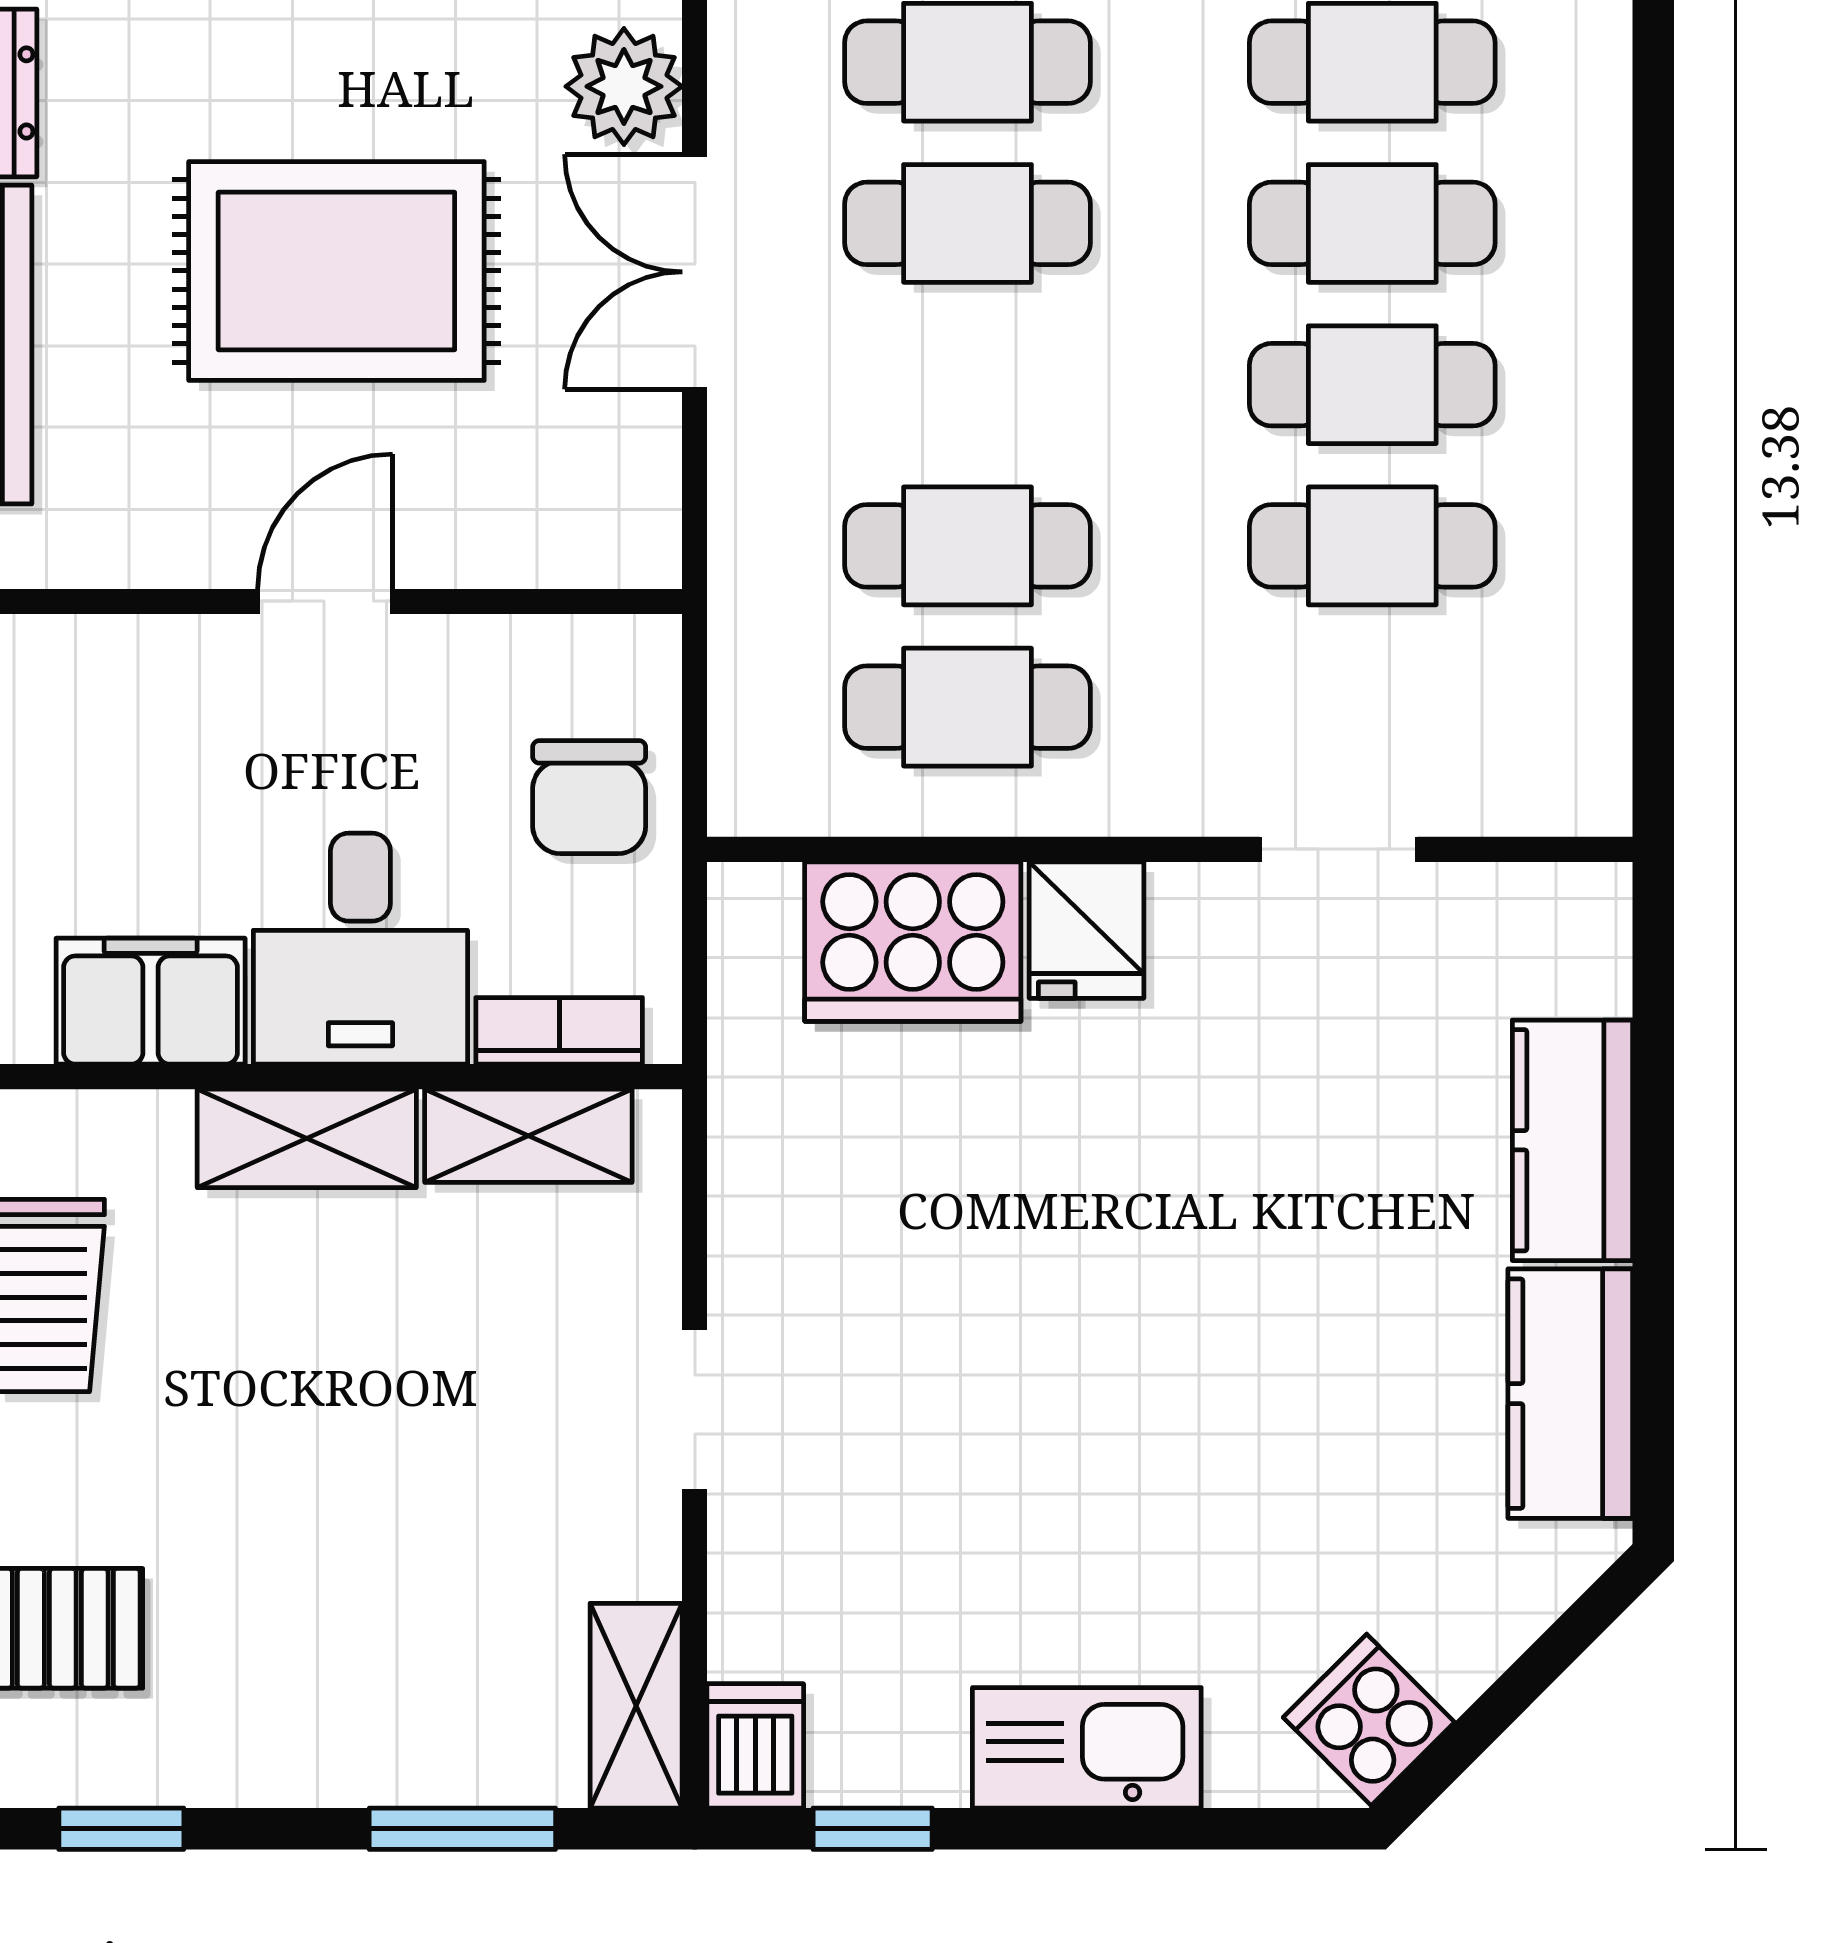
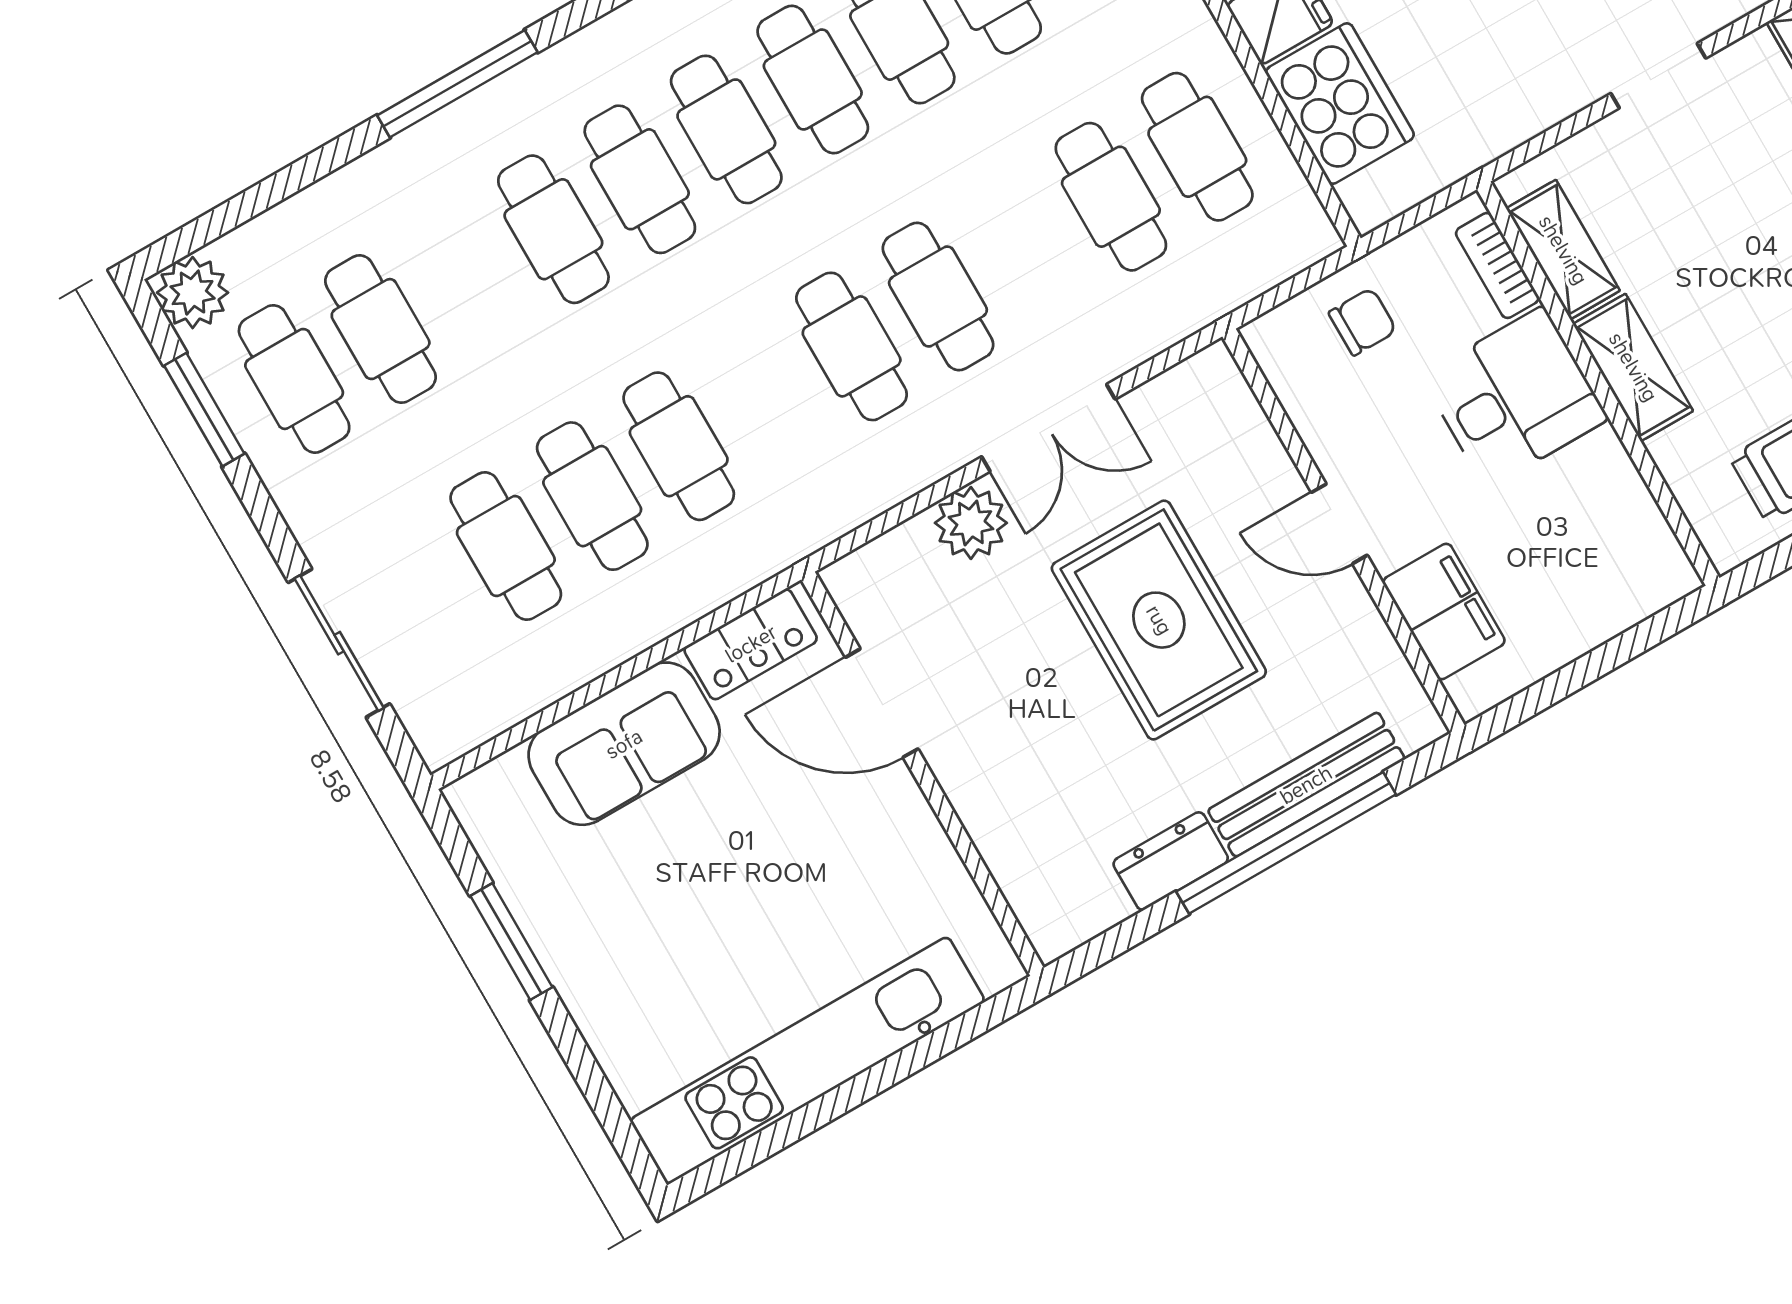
chair: (589, 797) -> (1363, 322), width x0.73, depth x0.73
filing cabinet: (151, 1001) -> (1444, 611), moved, turned 180

